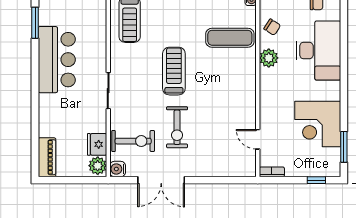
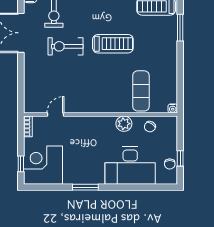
corner desk: (318, 124) -> (43, 165), moved
window: (344, 147) -> (85, 187), moved

